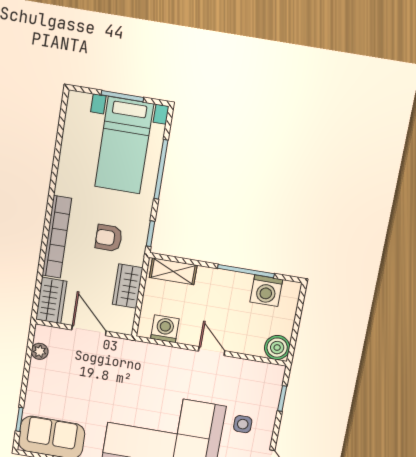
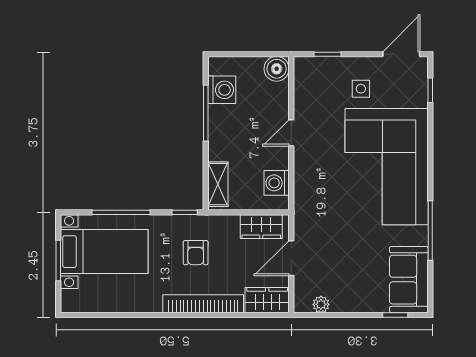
wardrobe: (128, 286) -> (261, 227), moved

